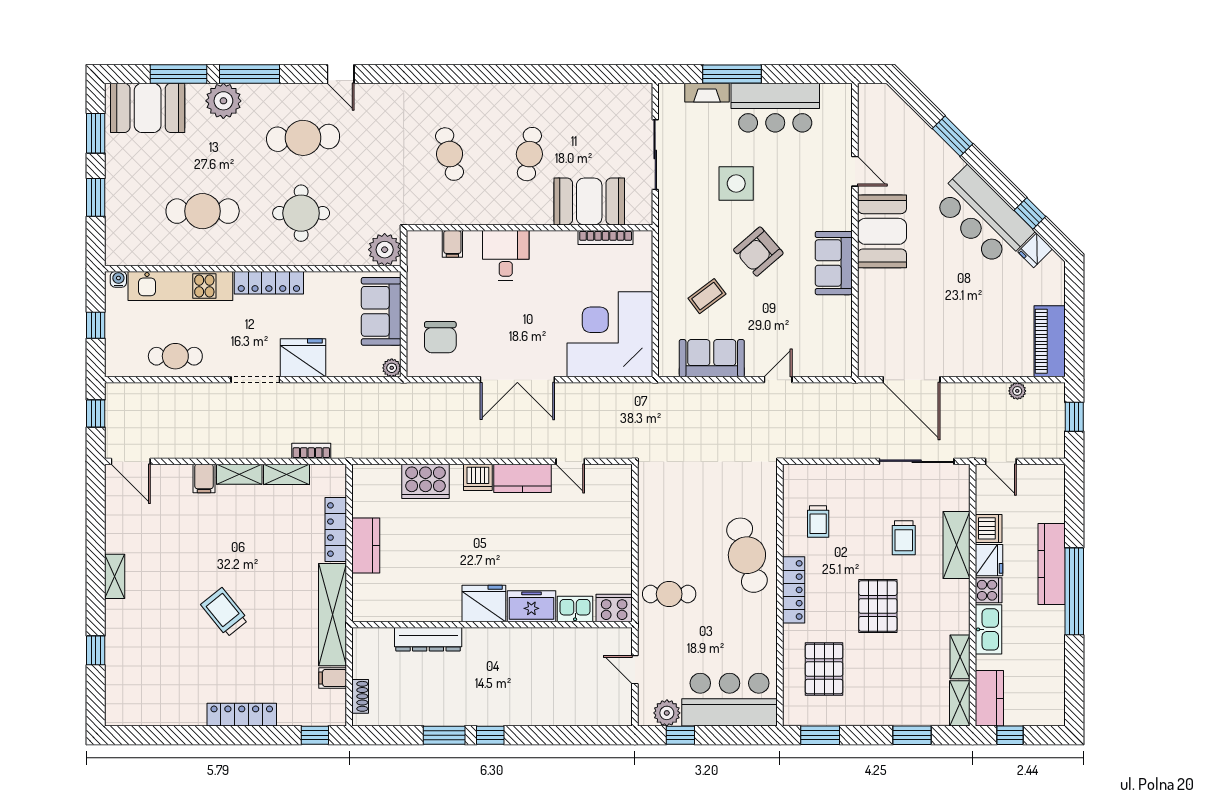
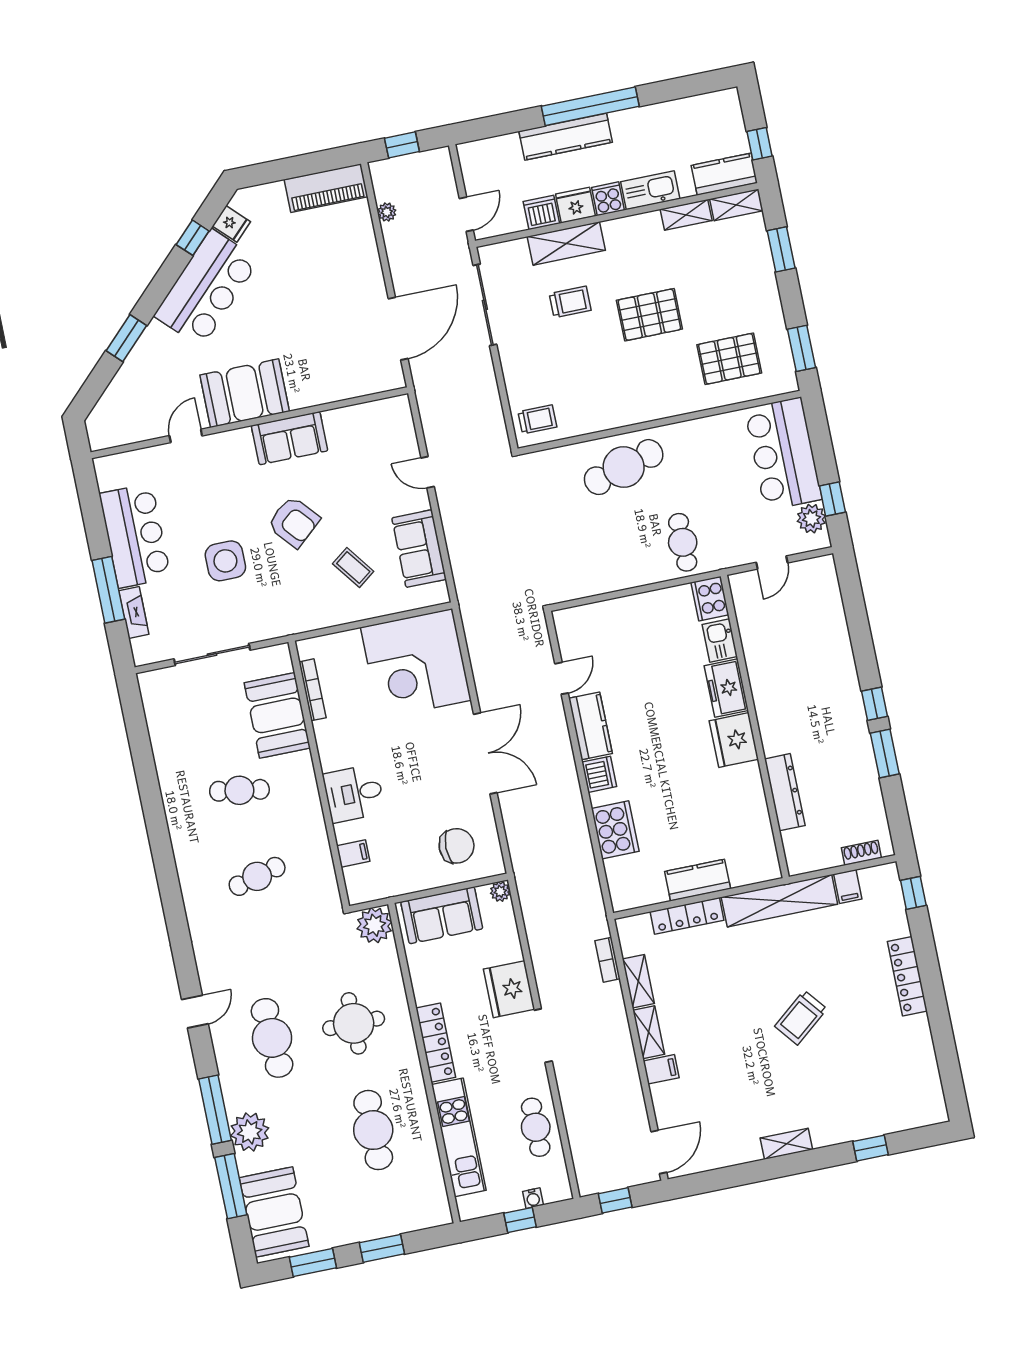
water cooler: (118, 279) -> (533, 1198), moved, turned -90
trolley: (818, 522) -> (537, 419), moved
locker: (794, 590) -> (651, 409), removed

